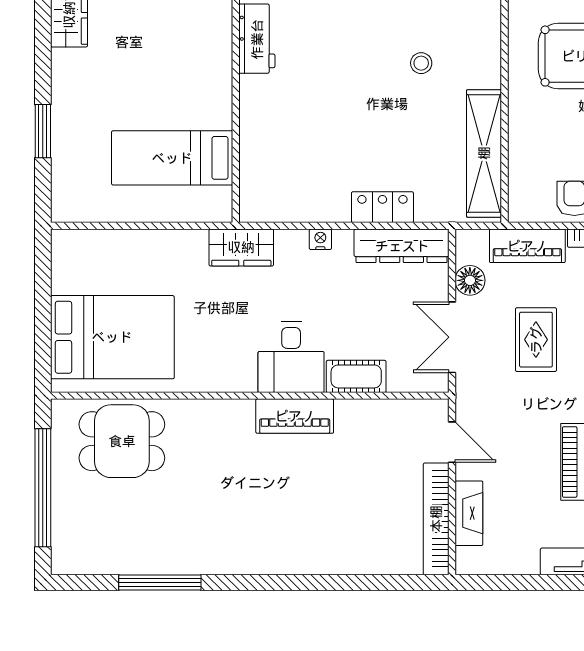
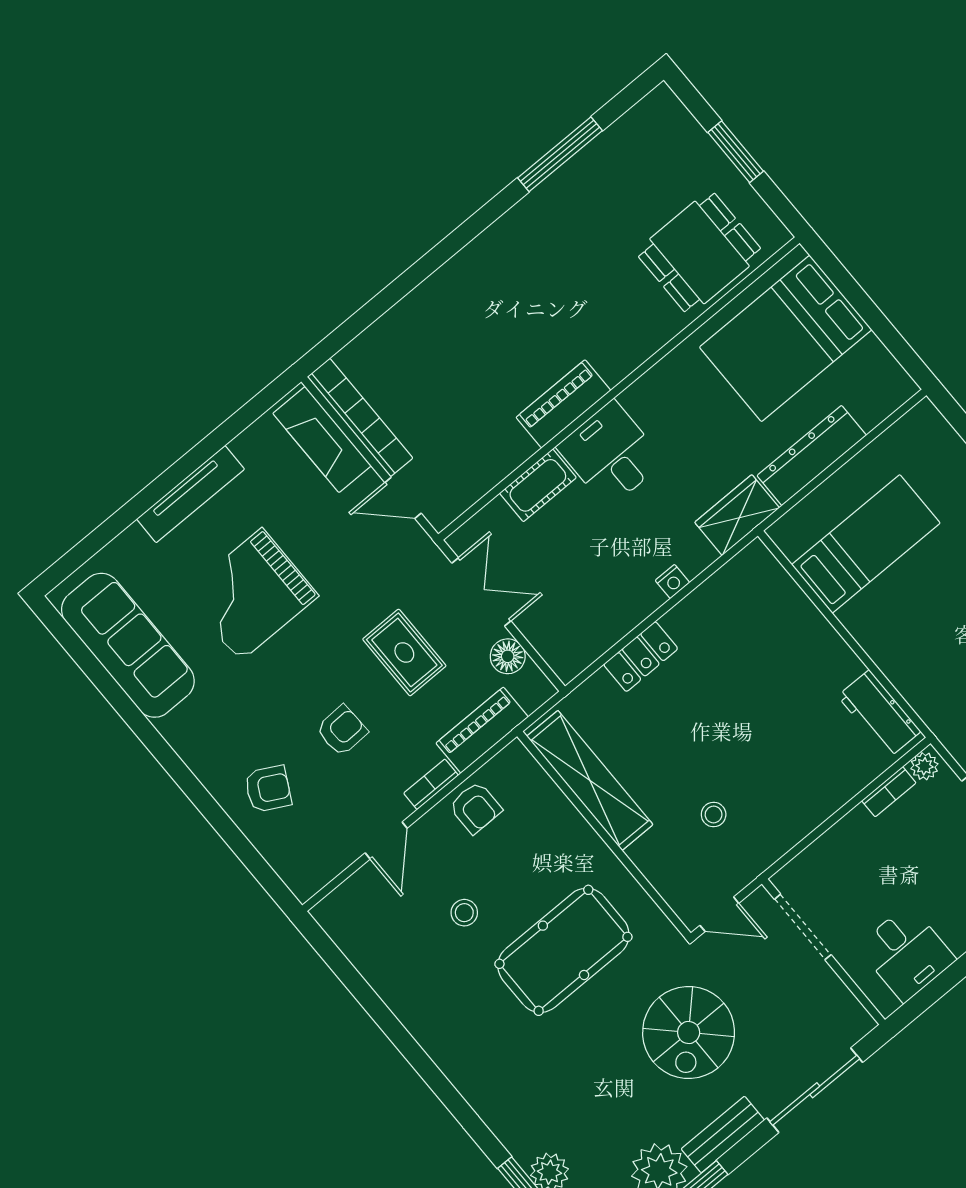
dresser: (402, 246) -> (812, 455), moved
window: (43, 488) -> (736, 152), width x0.47
fireplace: (469, 513) -> (322, 439), width x1.37, depth x1.32

